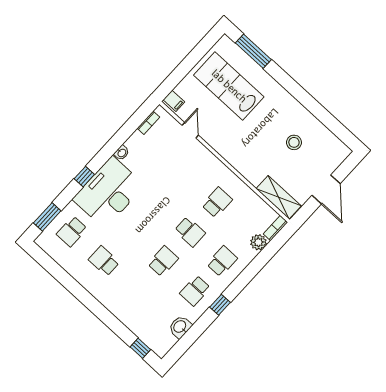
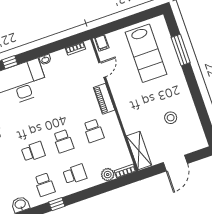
window: (253, 51) -> (181, 50), moved
lab bench: (229, 86) -> (146, 53), turned 180
piano: (210, 161) -> (104, 99), added
school desk: (217, 202) -> (94, 131), turned 90
school desk: (195, 291) -> (45, 185), turned -90

